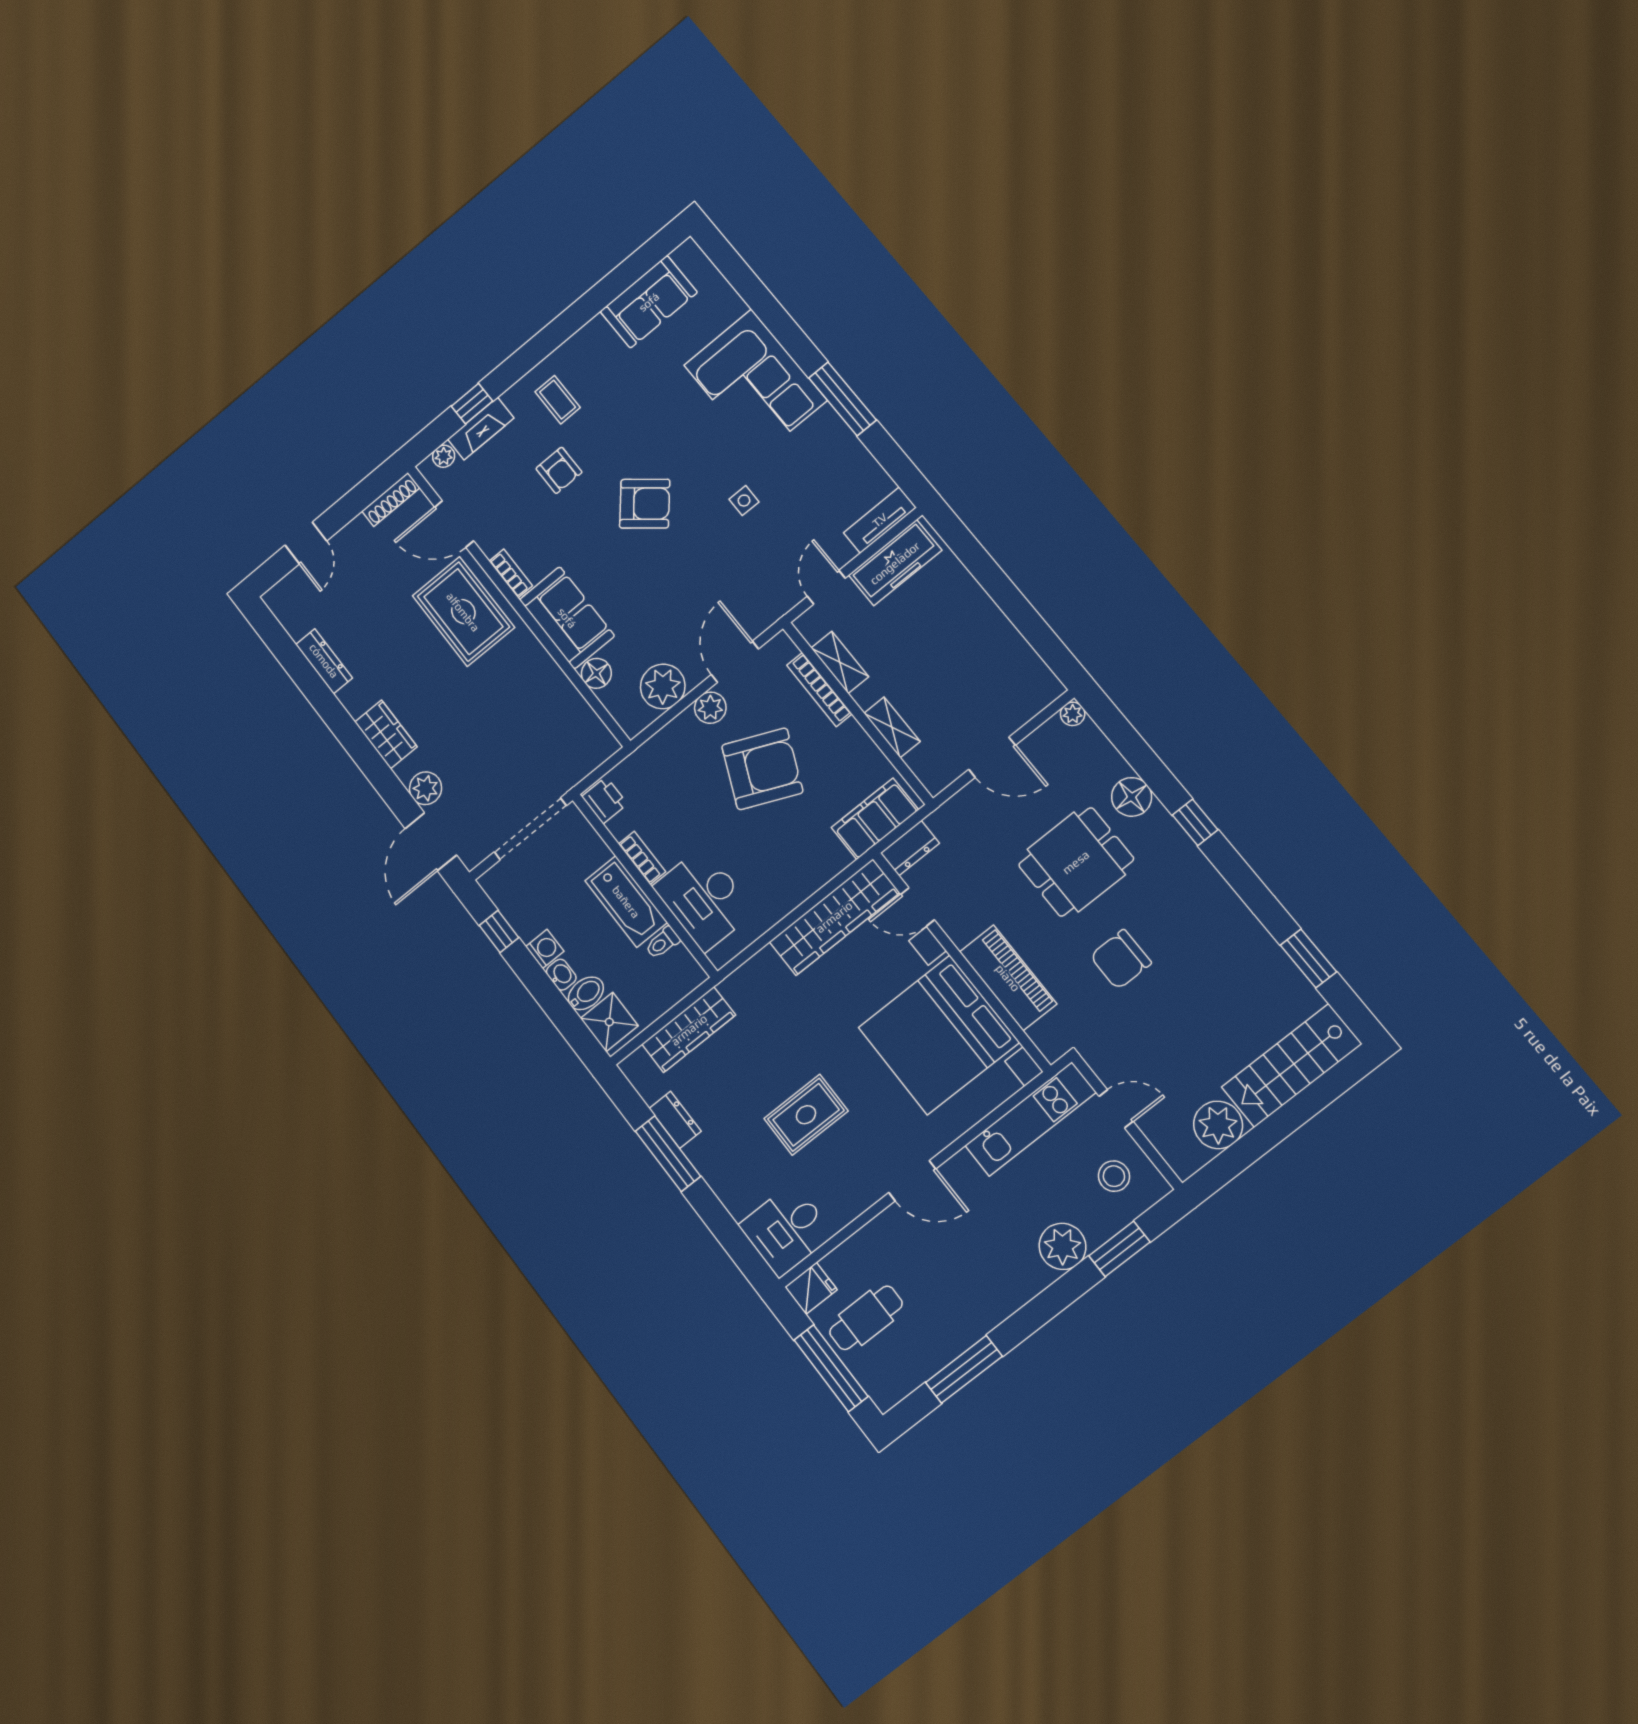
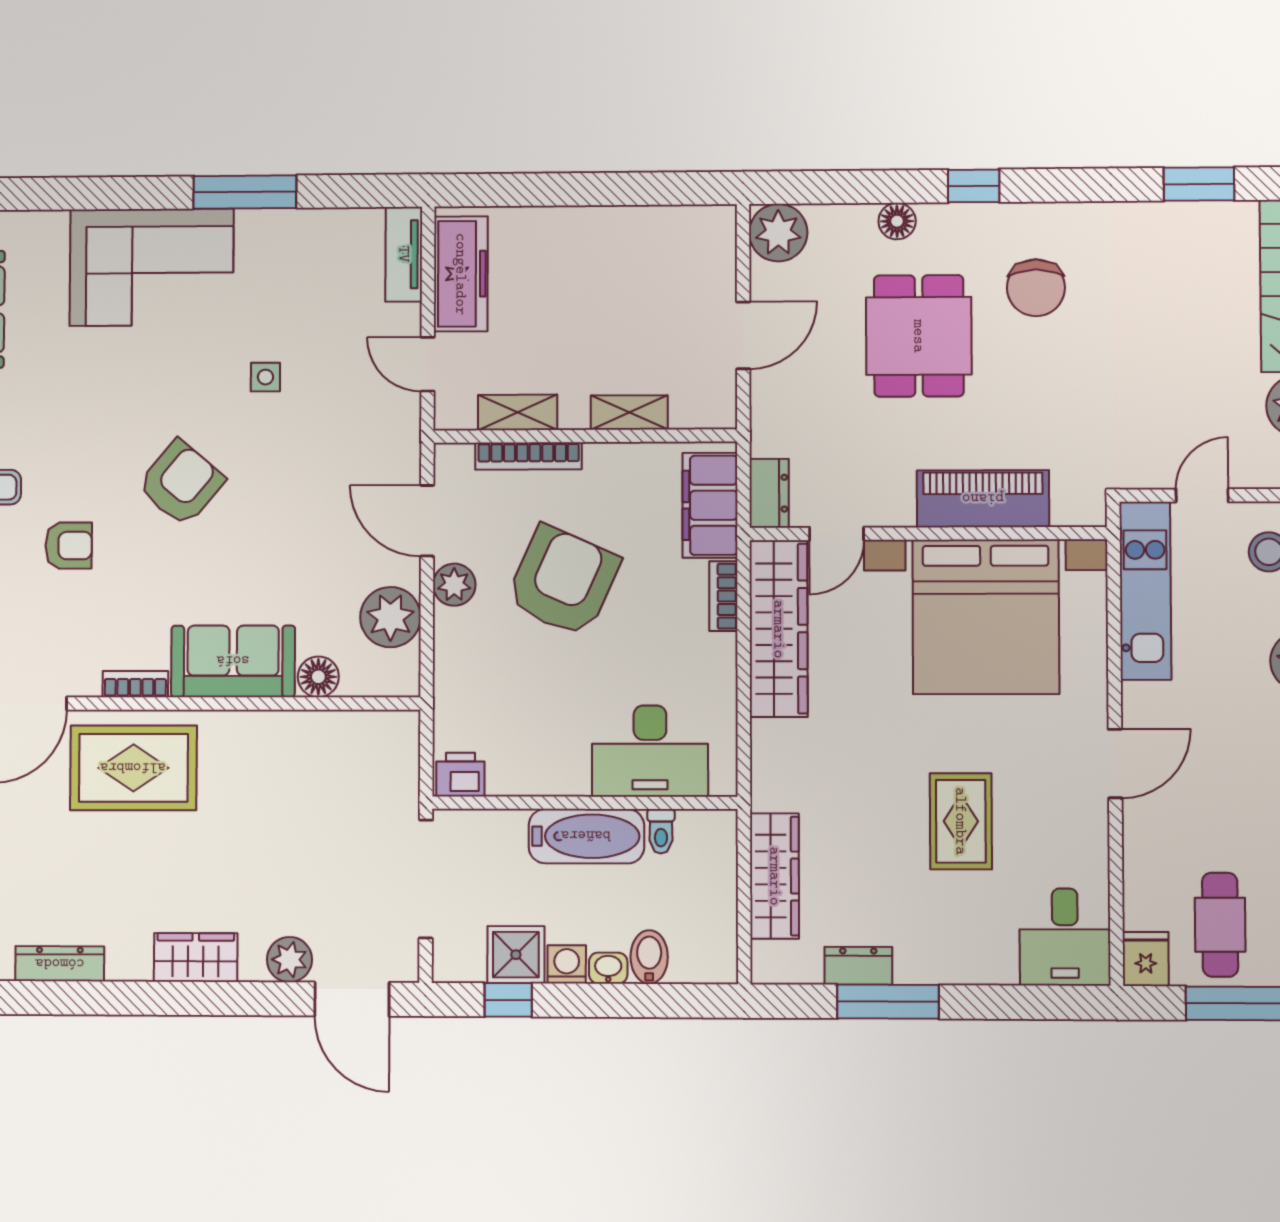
plant: (1073, 714) -> (778, 233), width x1.88, depth x1.88
floor lamp: (1132, 797) -> (897, 221), width x0.73, depth x0.73
bookcase: (642, 858) -> (723, 596), moved, turned -90
chair: (1121, 959) -> (1036, 288), moved
shower: (609, 1022) -> (516, 955), moved

